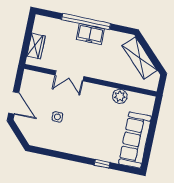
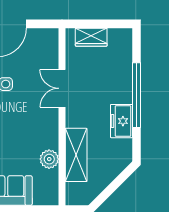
freezer: (90, 34) -> (121, 121), moved
shelving: (140, 58) -> (76, 155), moved, turned -45

